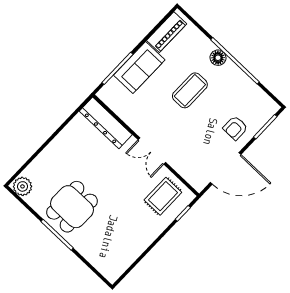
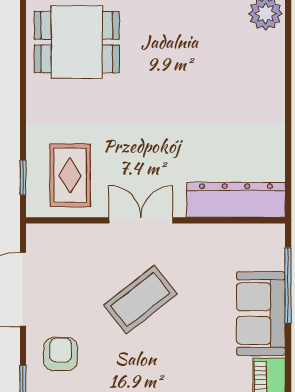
coffee table: (190, 90) -> (140, 299), moved, turned 52
dining table: (72, 207) -> (77, 42), moved, turned 90

